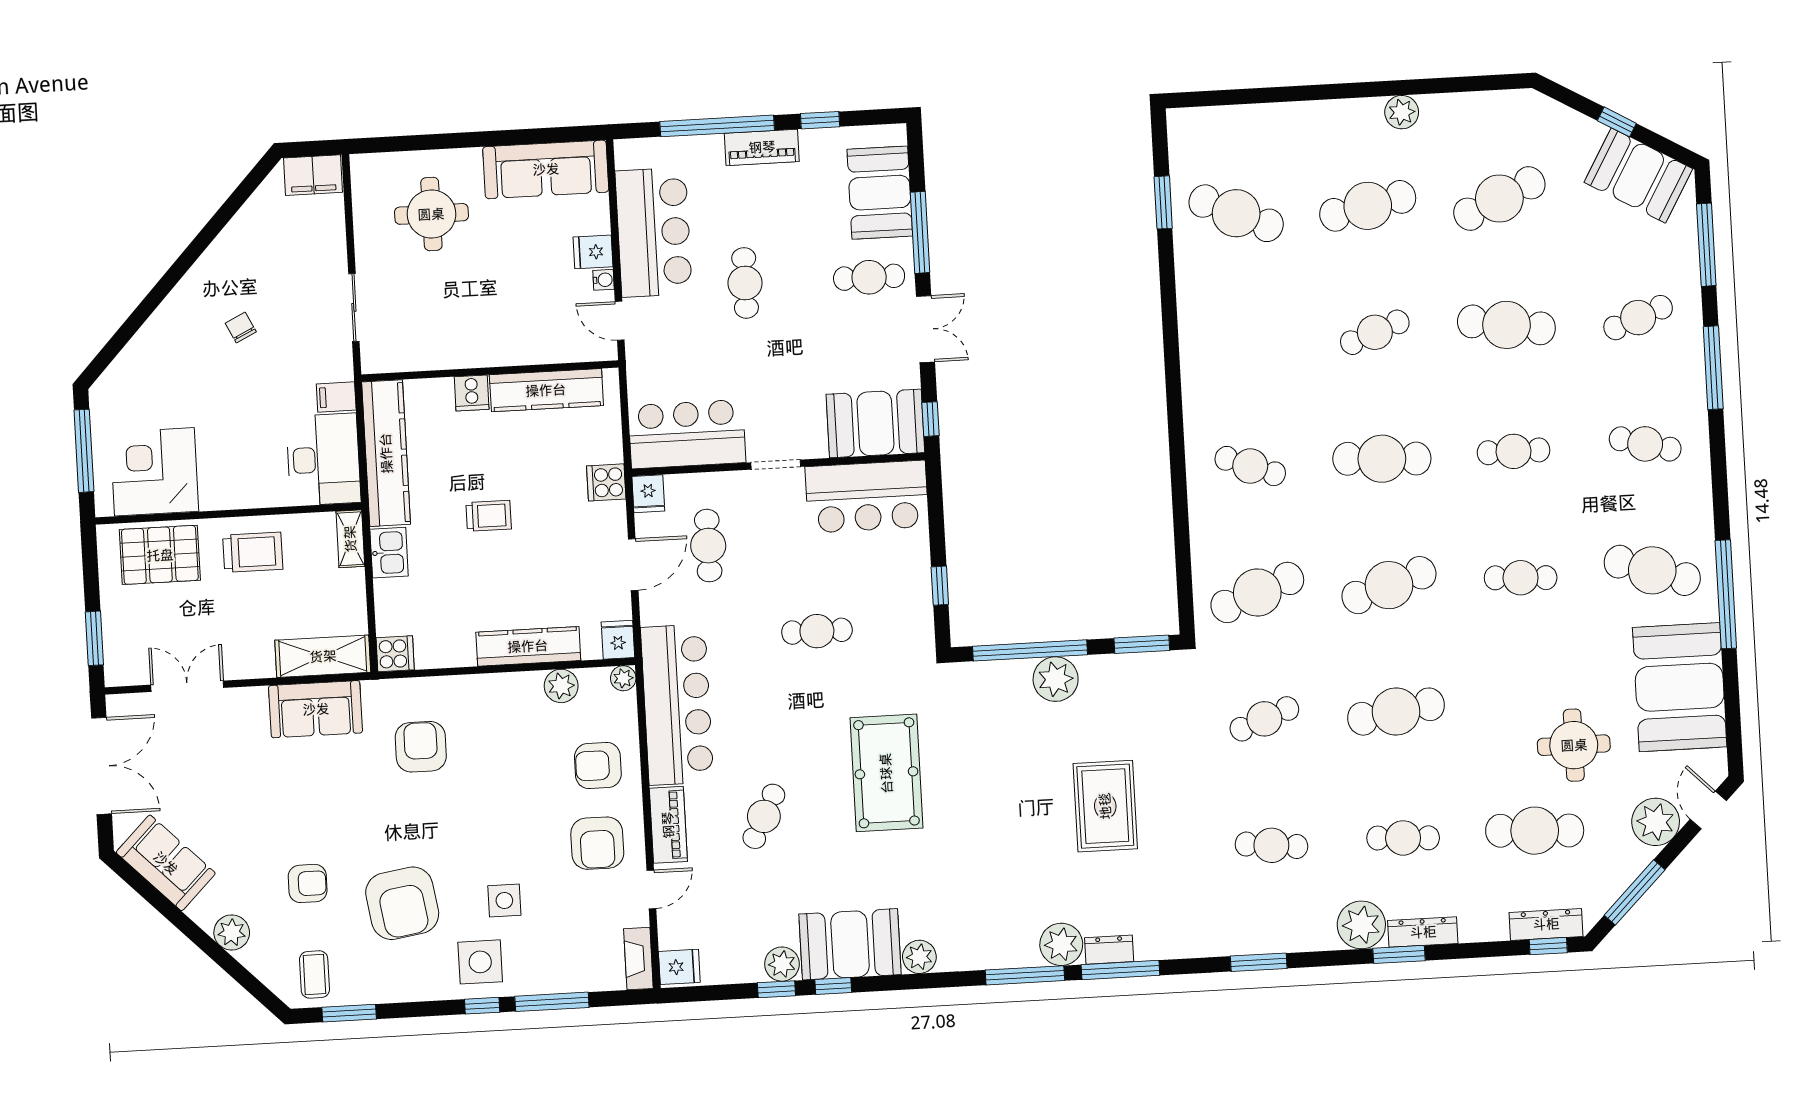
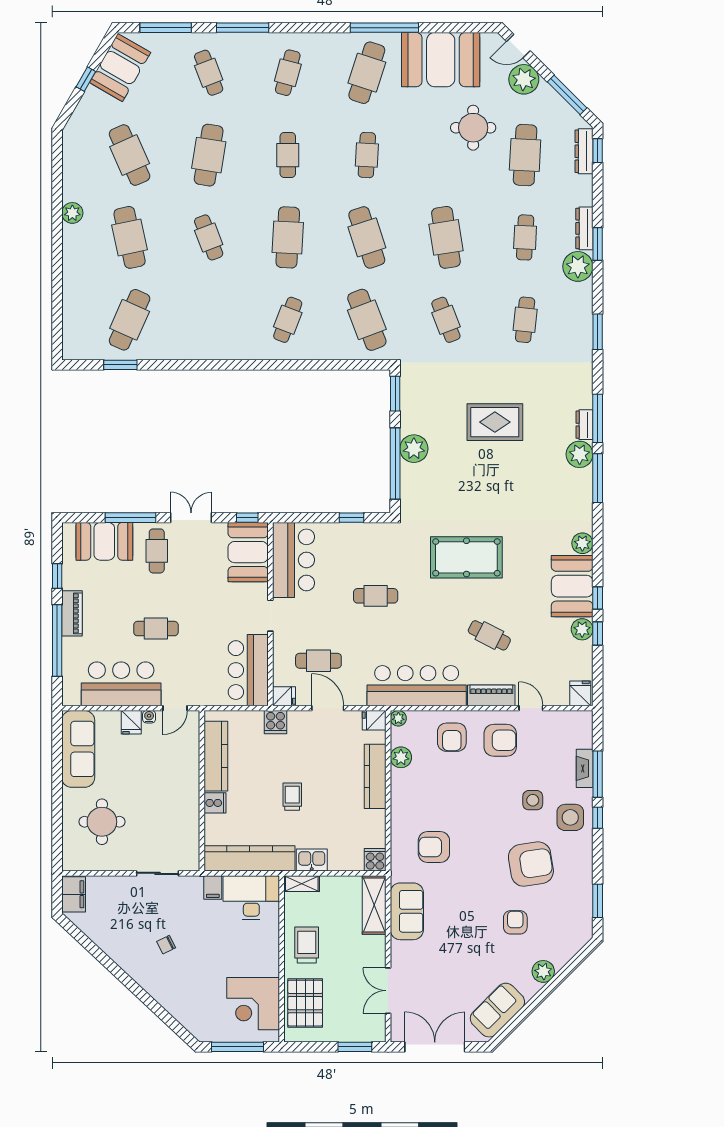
cafe table: (817, 631) -> (376, 596), turned 90
fireplace: (638, 959) -> (585, 768), moved, turned 90
coffee table: (314, 974) -> (572, 921), removed

